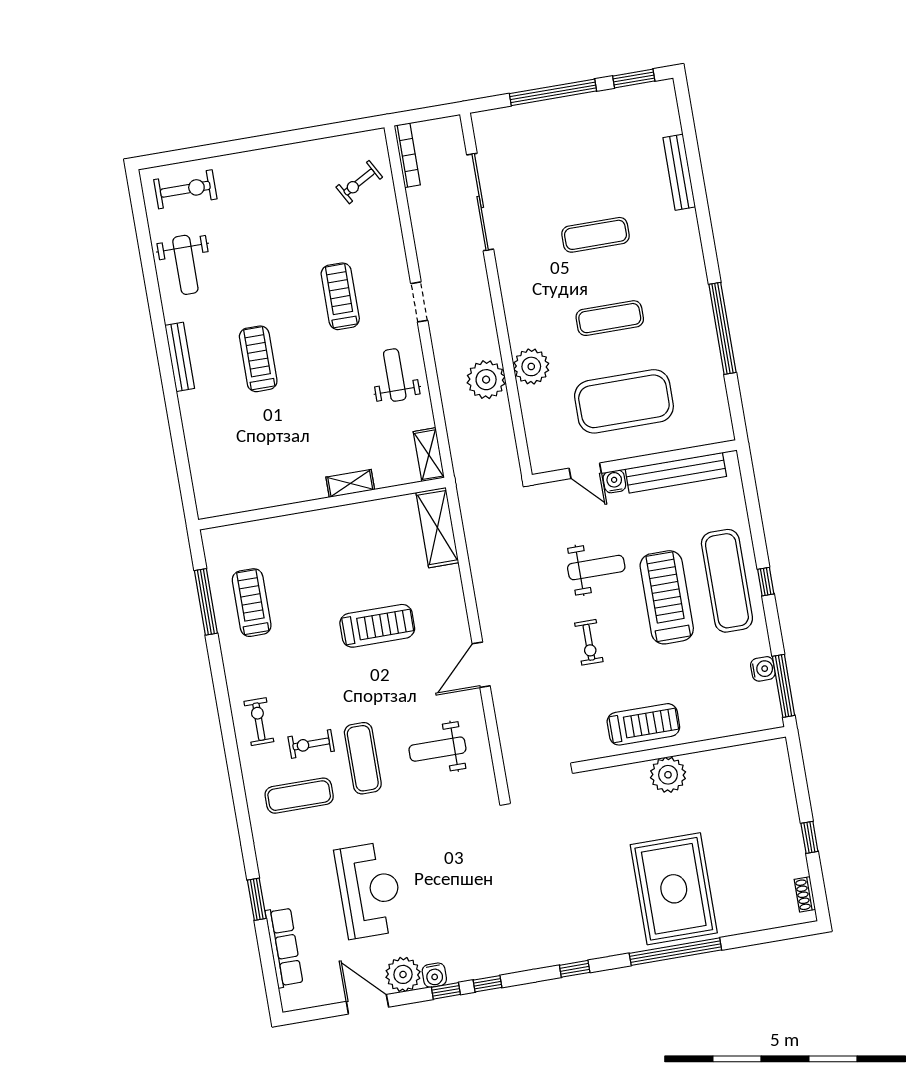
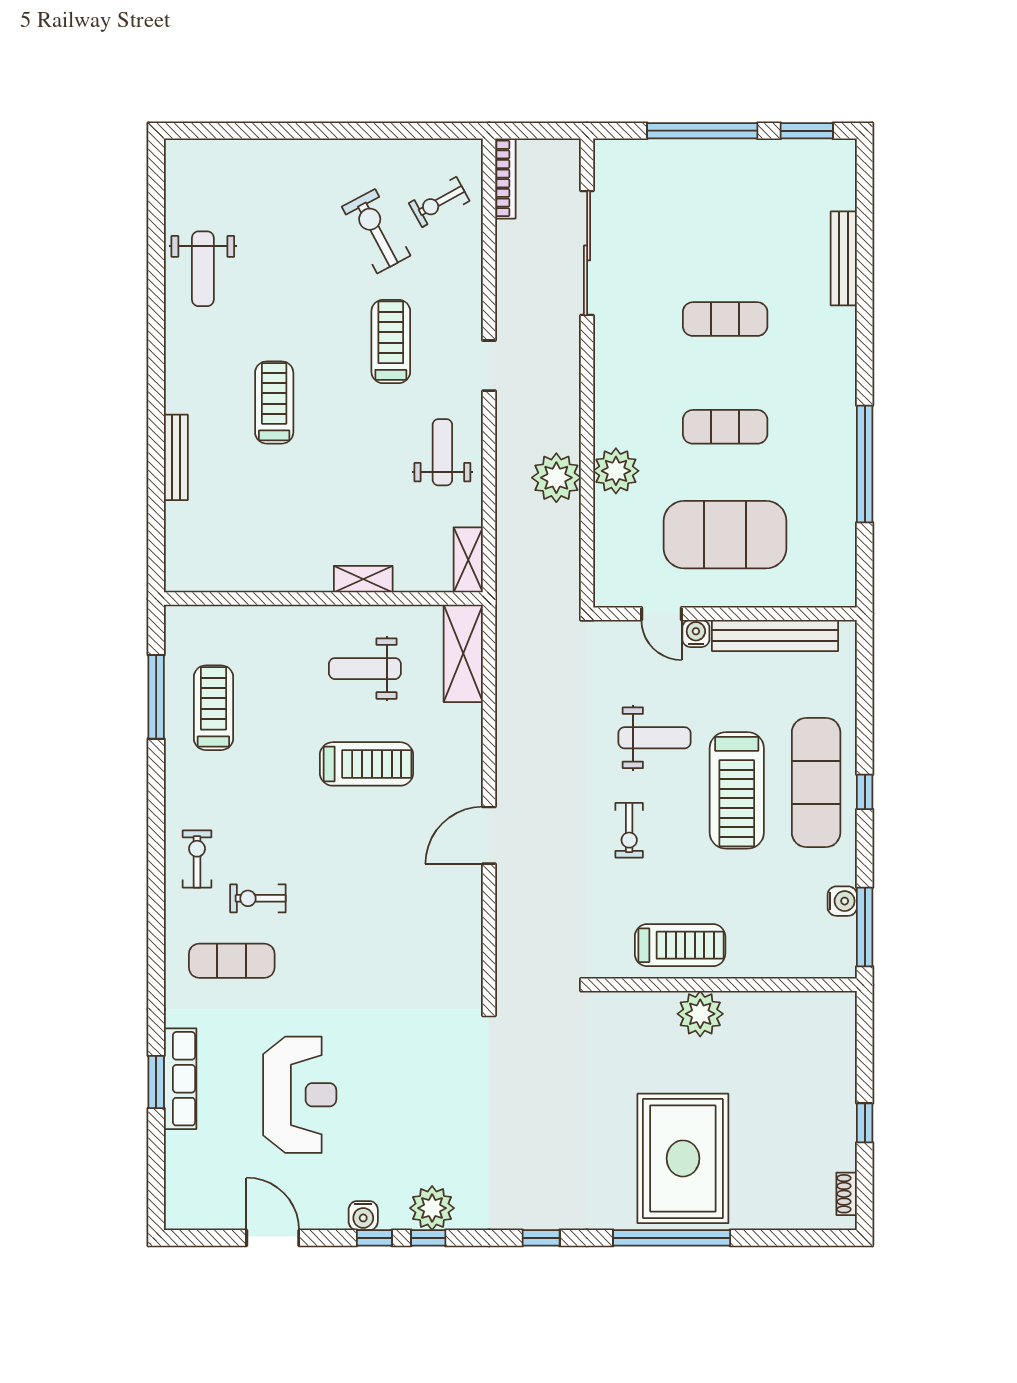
exercise bike: (185, 189) -> (376, 231), moved, turned -118
bench: (180, 357) -> (176, 457), moved
treadmill: (667, 597) -> (737, 790), turned 180
weight bench: (437, 749) -> (365, 669), moved
exercise mat: (363, 758) -> (320, 927), removed
row of seats: (284, 947) -> (180, 1079), moved
plant: (403, 974) -> (432, 1208), moved

